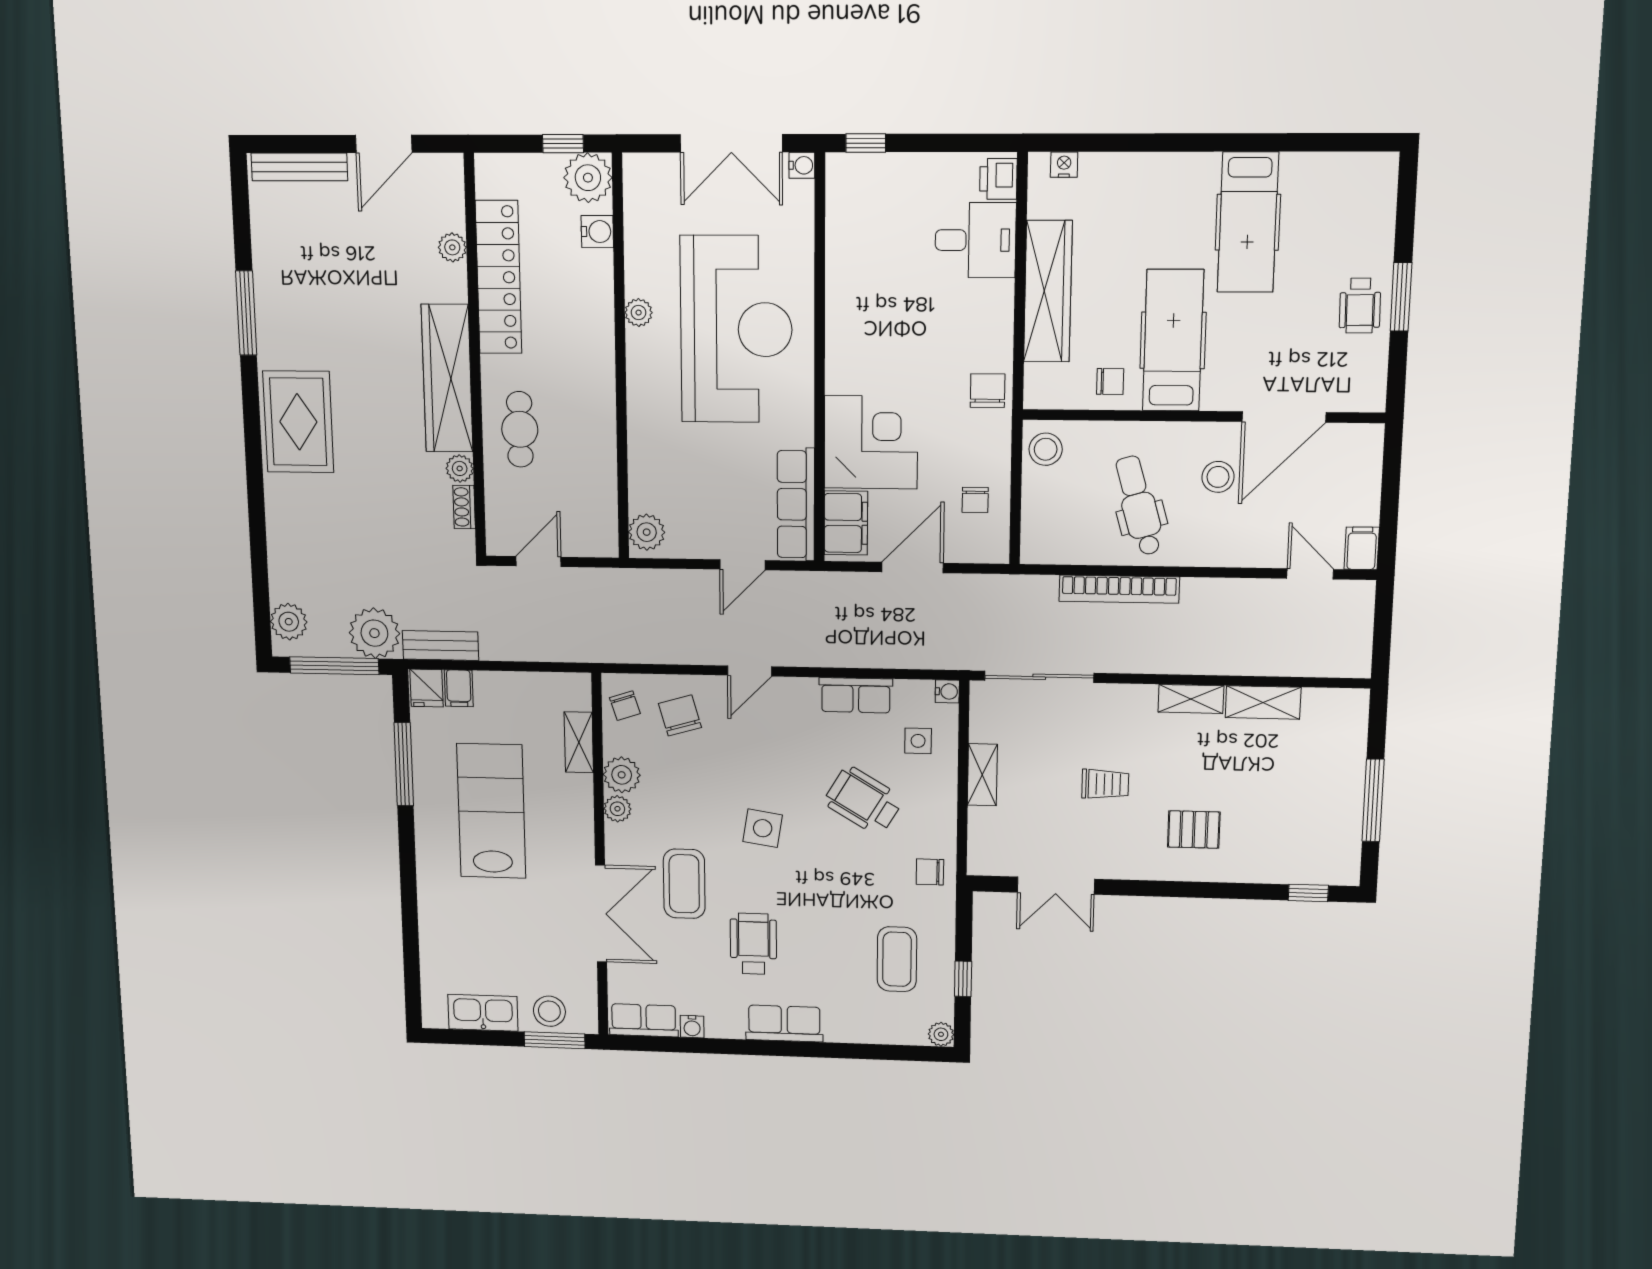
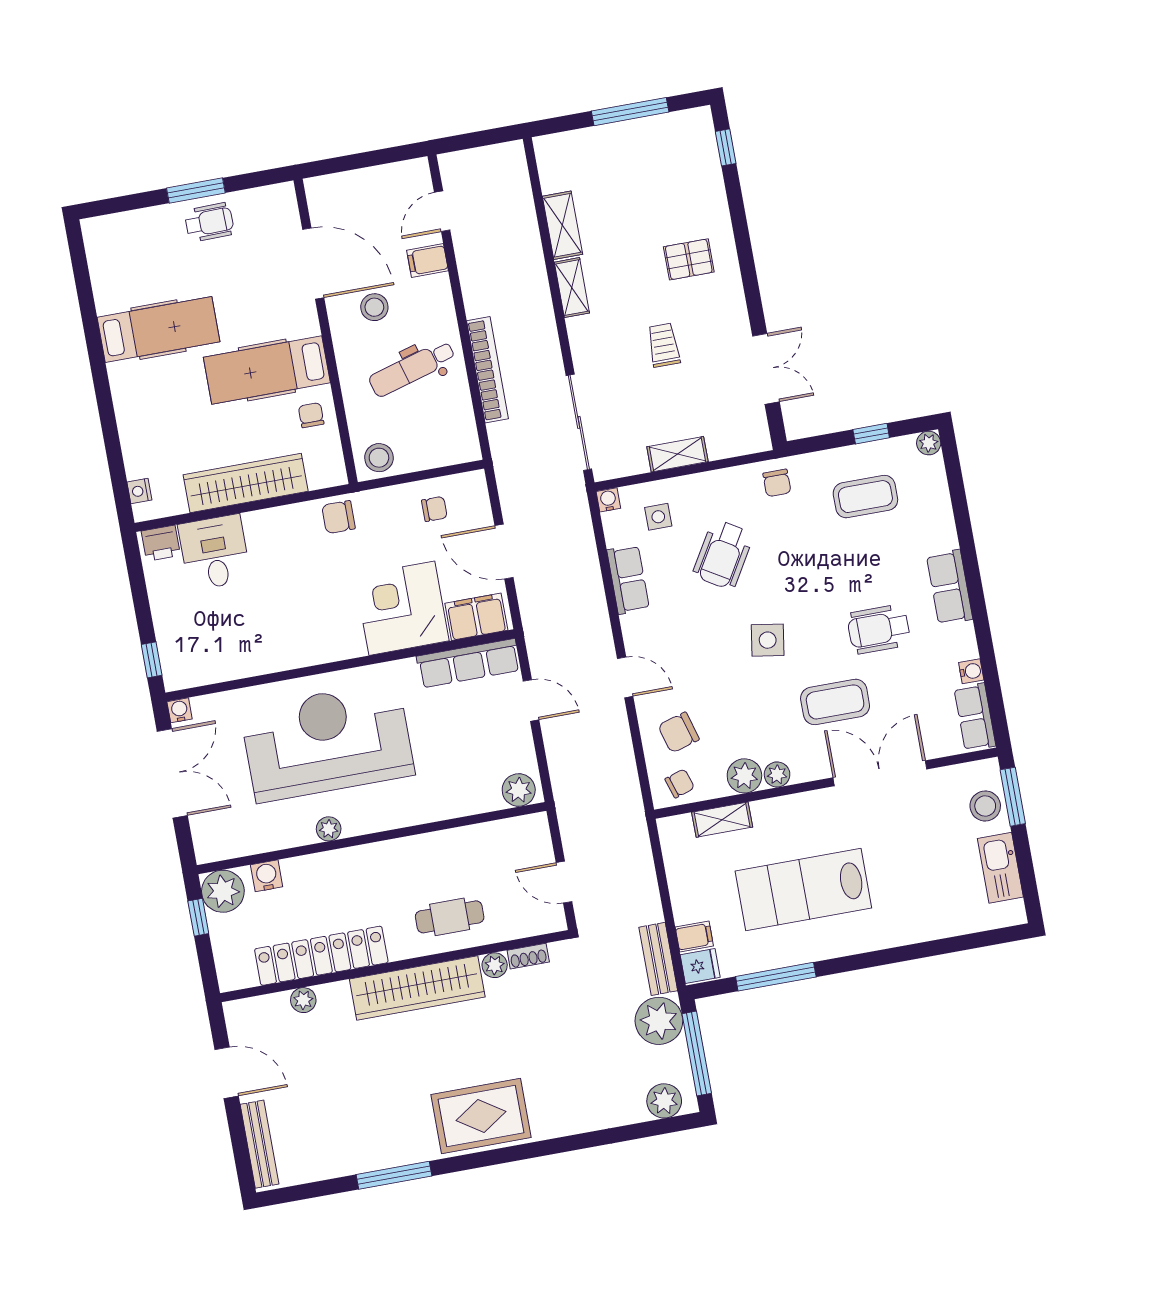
filing cabinet: (1362, 548) -> (428, 260), moved
pallet: (1194, 830) -> (689, 259), turned 90

